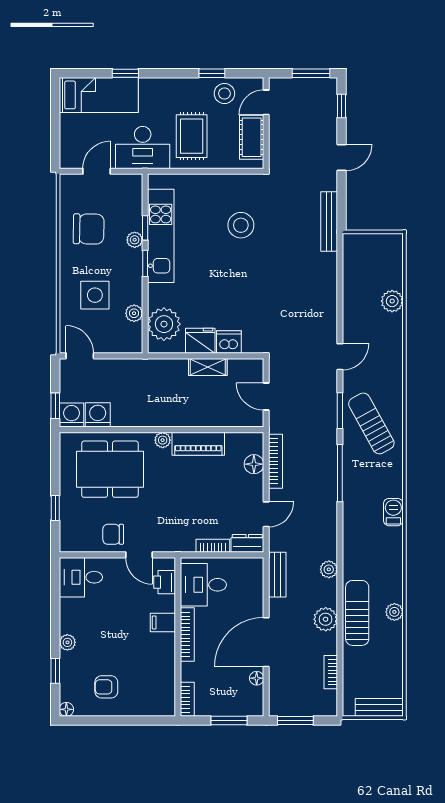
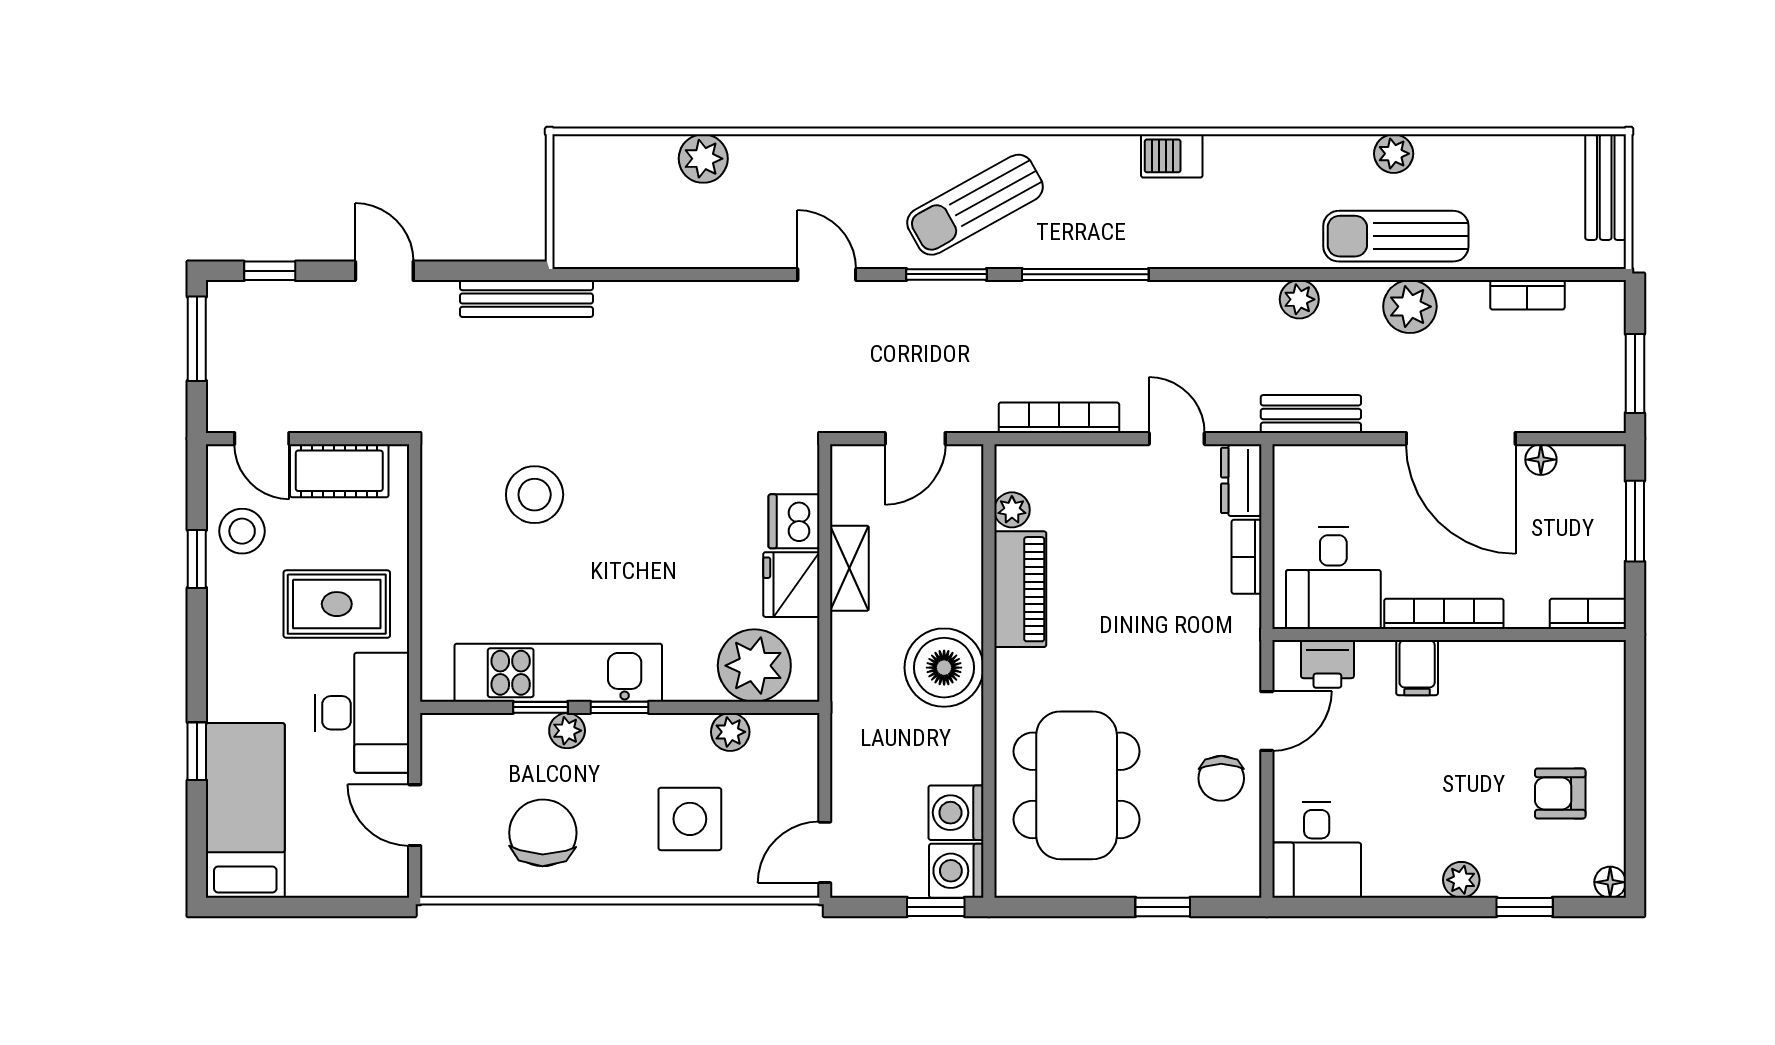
boiler: (163, 410) -> (944, 668), added
plant: (163, 440) -> (1012, 510), moved
floor lamp: (254, 464) -> (1065, 466), removed
armchair: (106, 687) -> (1560, 794), turned 90

